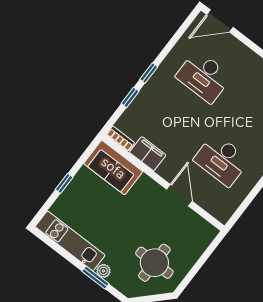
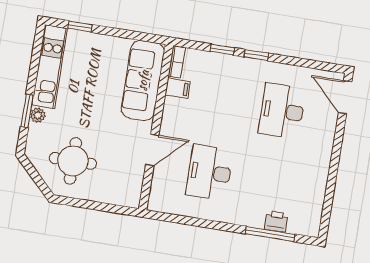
filing cabinet: (148, 154) -> (178, 88), width x0.50
sofa: (113, 168) -> (143, 80), width x1.36
window: (64, 183) -> (80, 27), moved

